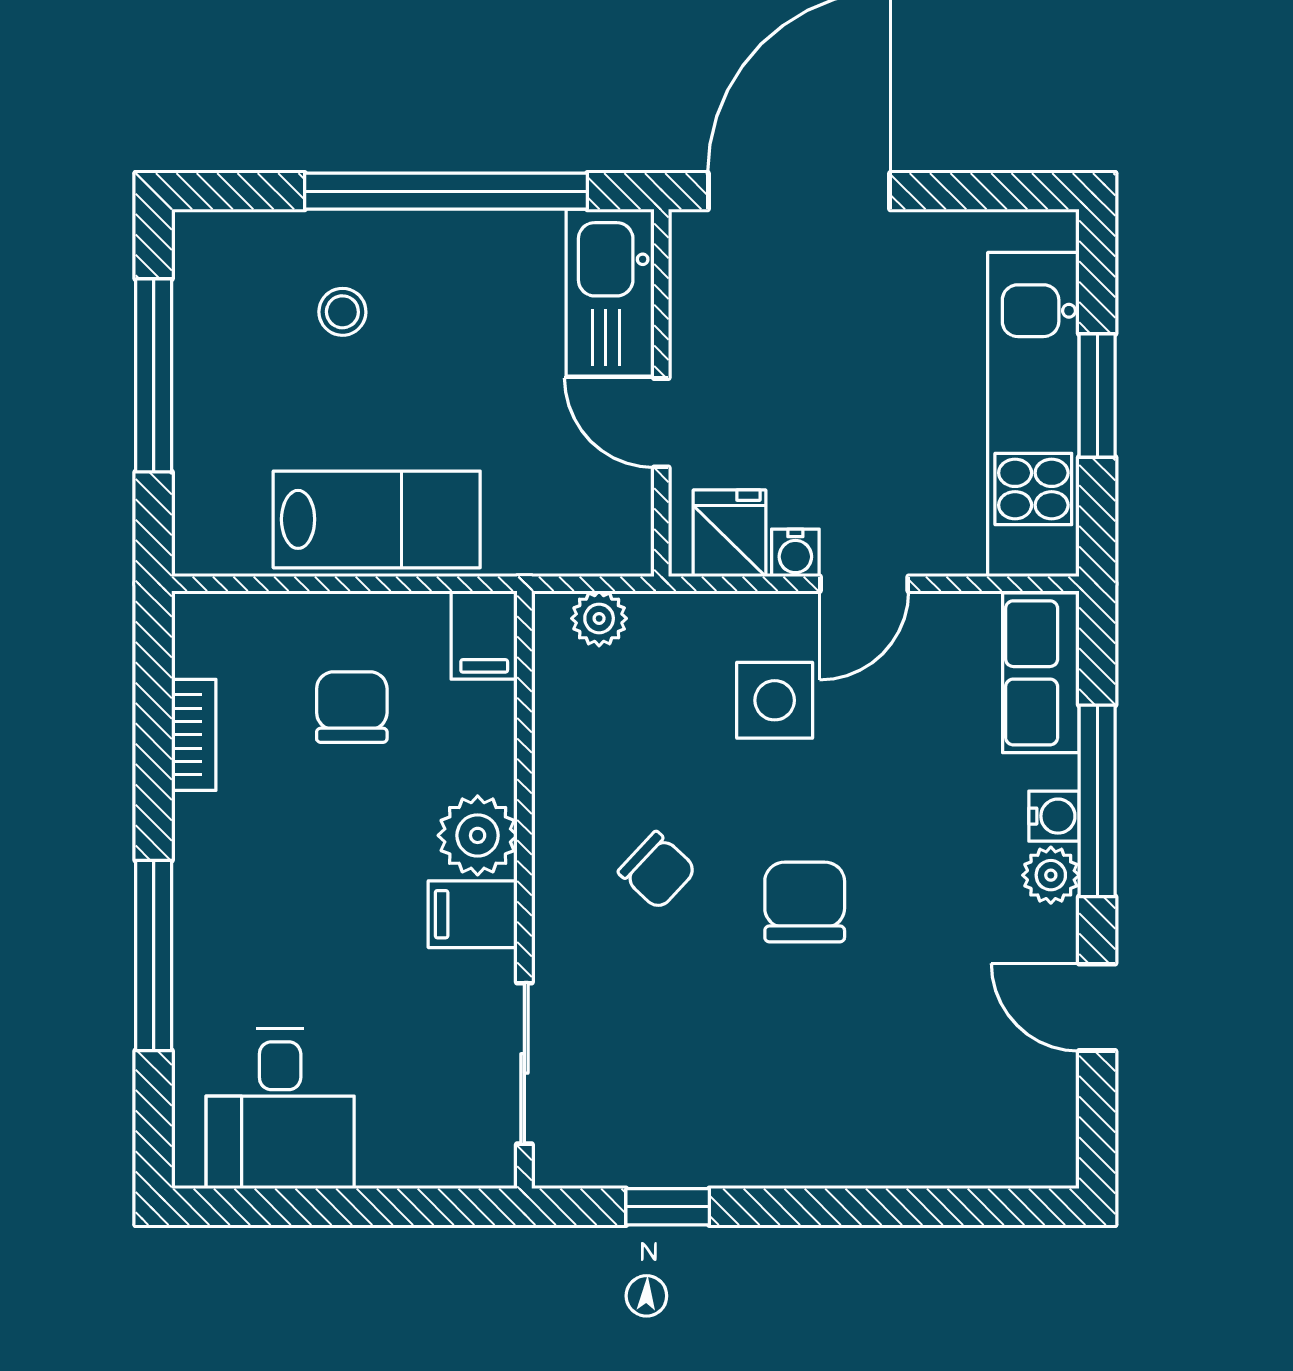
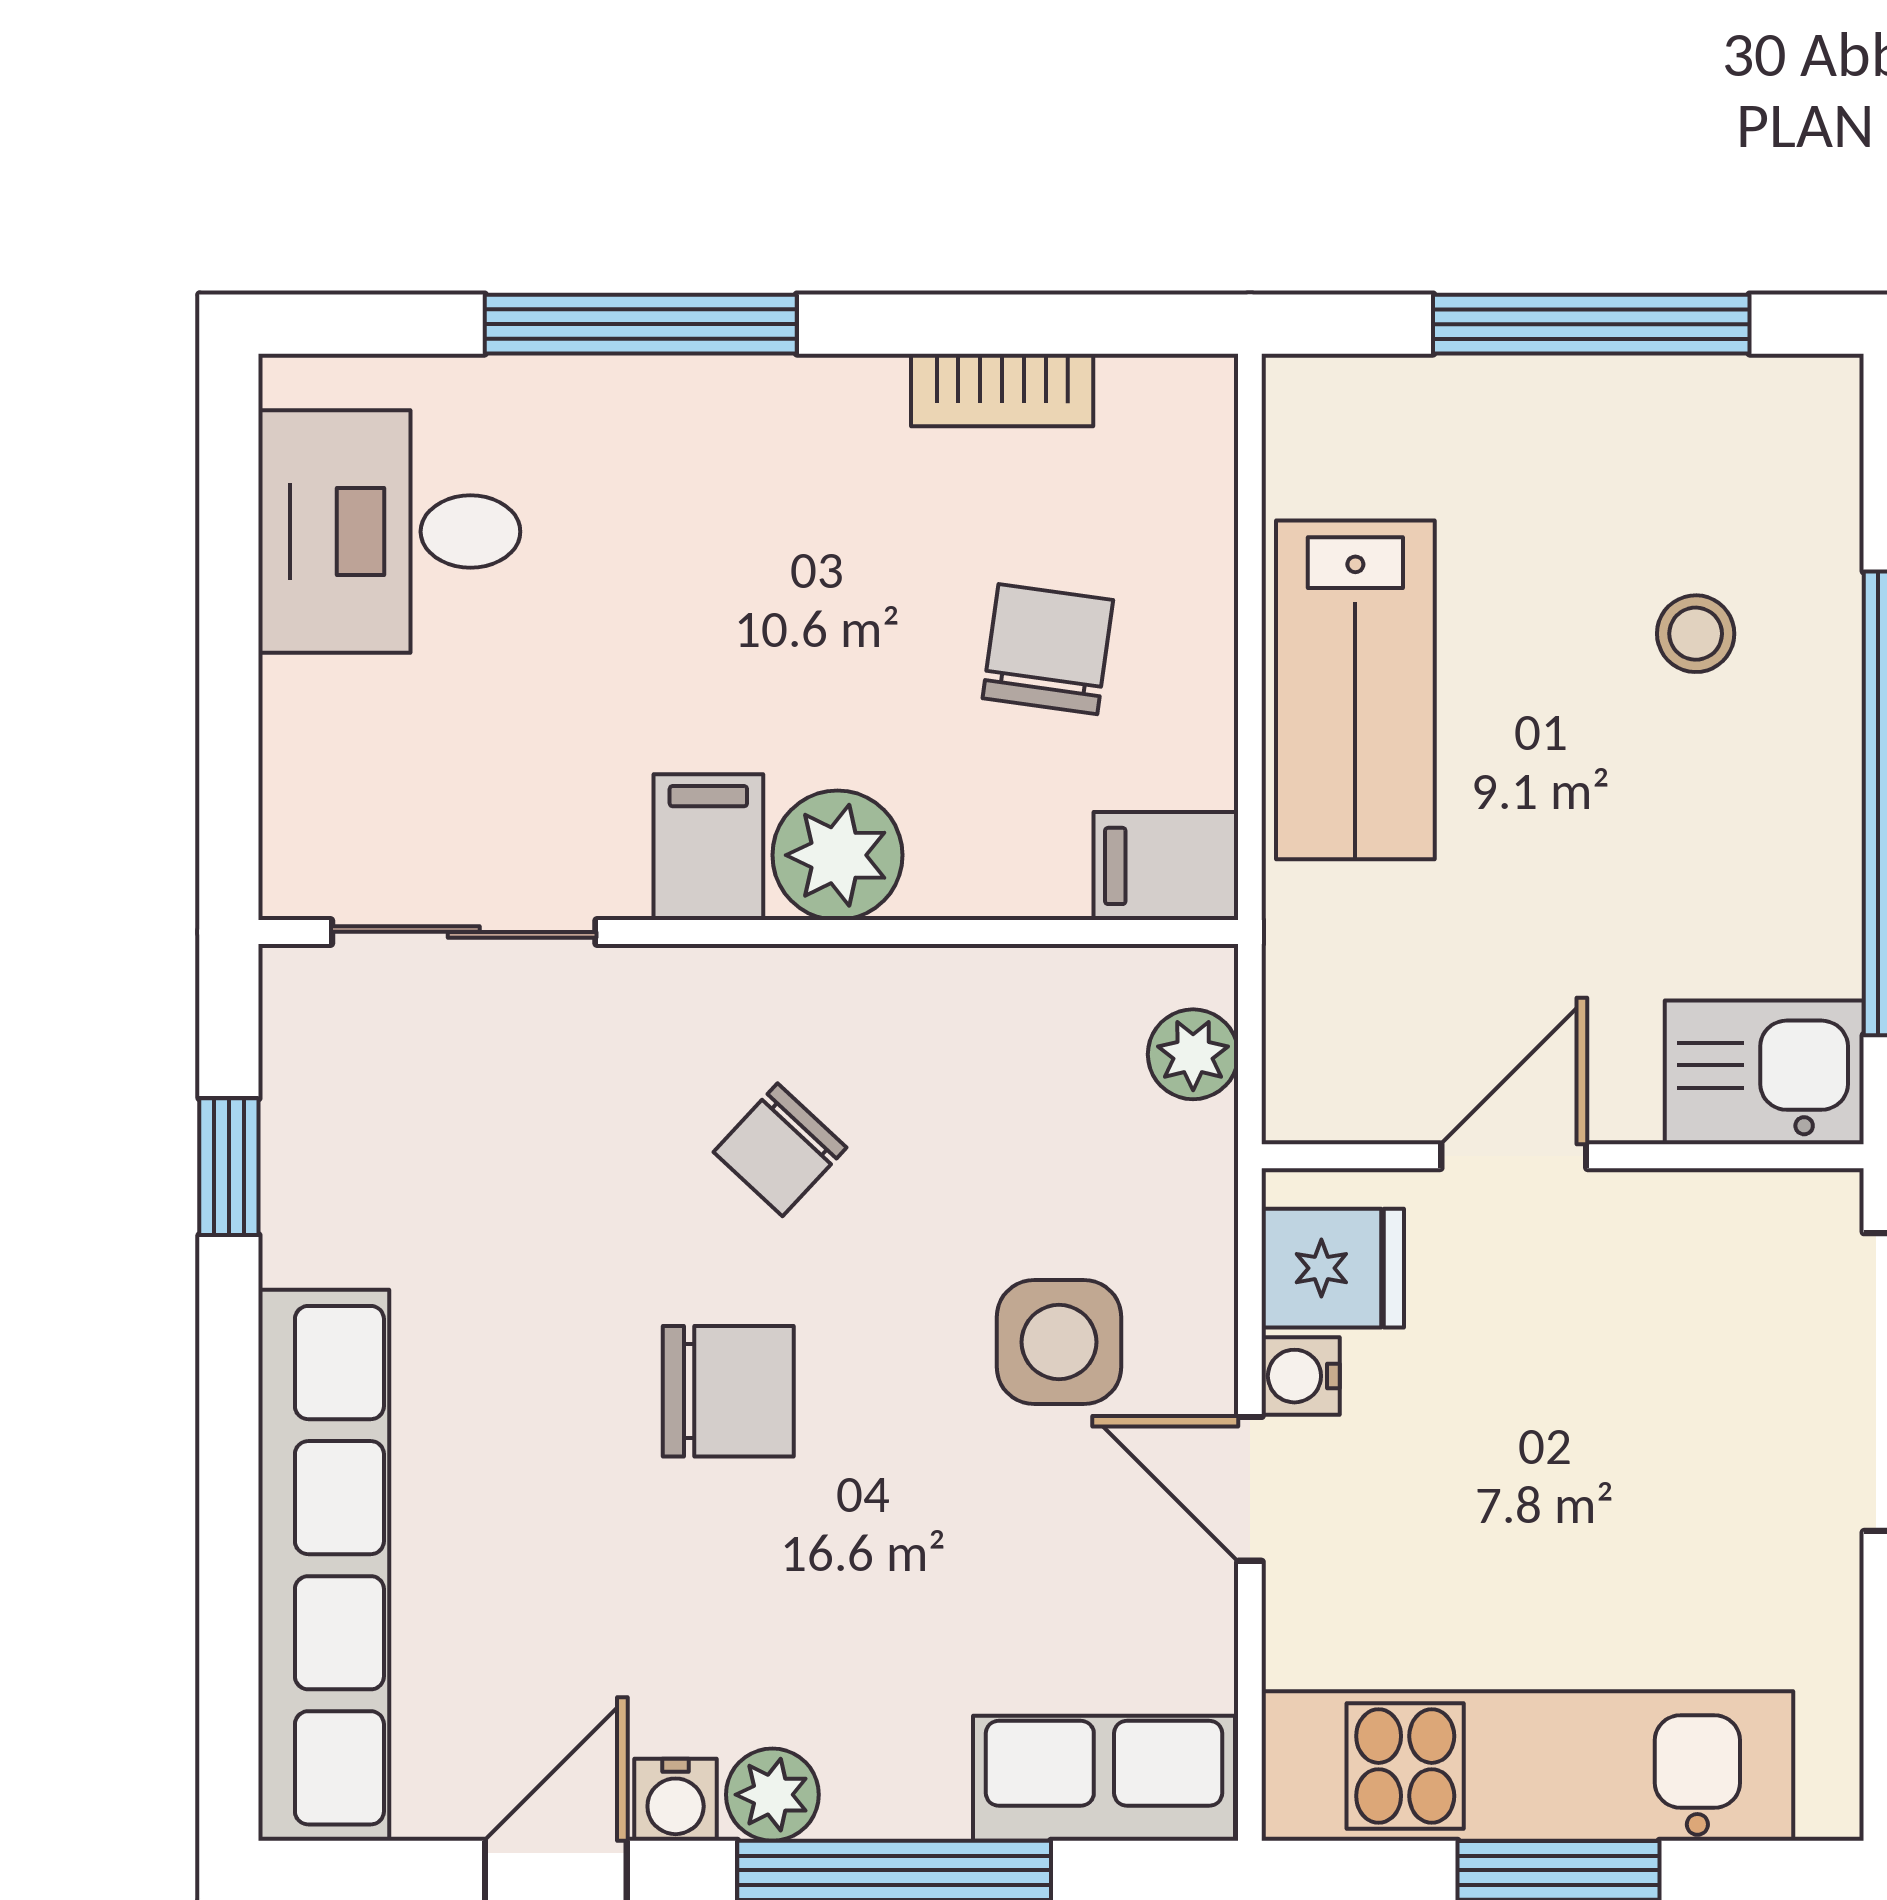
kitchen sink: (610, 293) -> (1764, 1072), width x0.73
chair: (352, 707) -> (1048, 649), turned -82
water cooler: (1054, 816) -> (676, 1800), moved
row of seats: (911, 1149) -> (324, 1565), added

